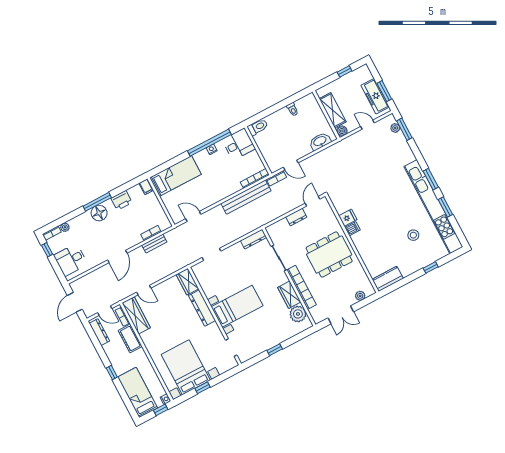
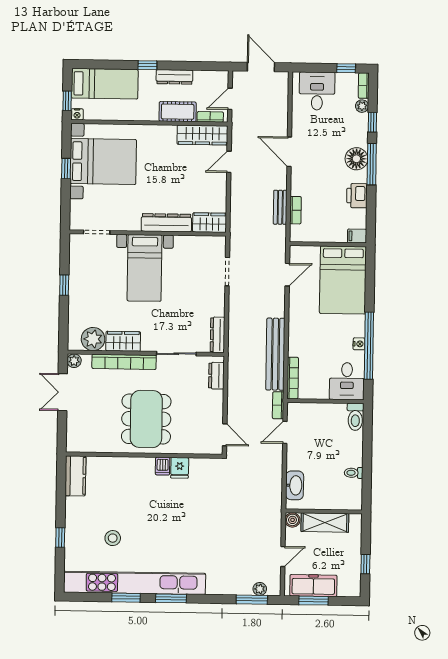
bed: (175, 176) -> (343, 280), width x1.50
window: (71, 216) -> (372, 122), added
dresser: (296, 217) -> (216, 376), moved
plant: (360, 296) -> (74, 361), moved
dresser: (99, 332) -> (174, 77), moved

